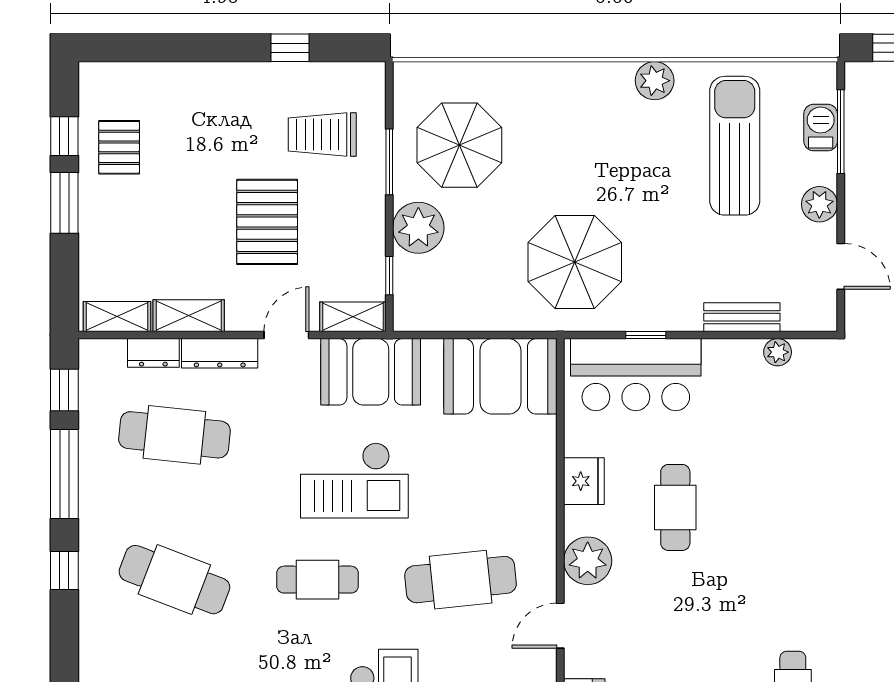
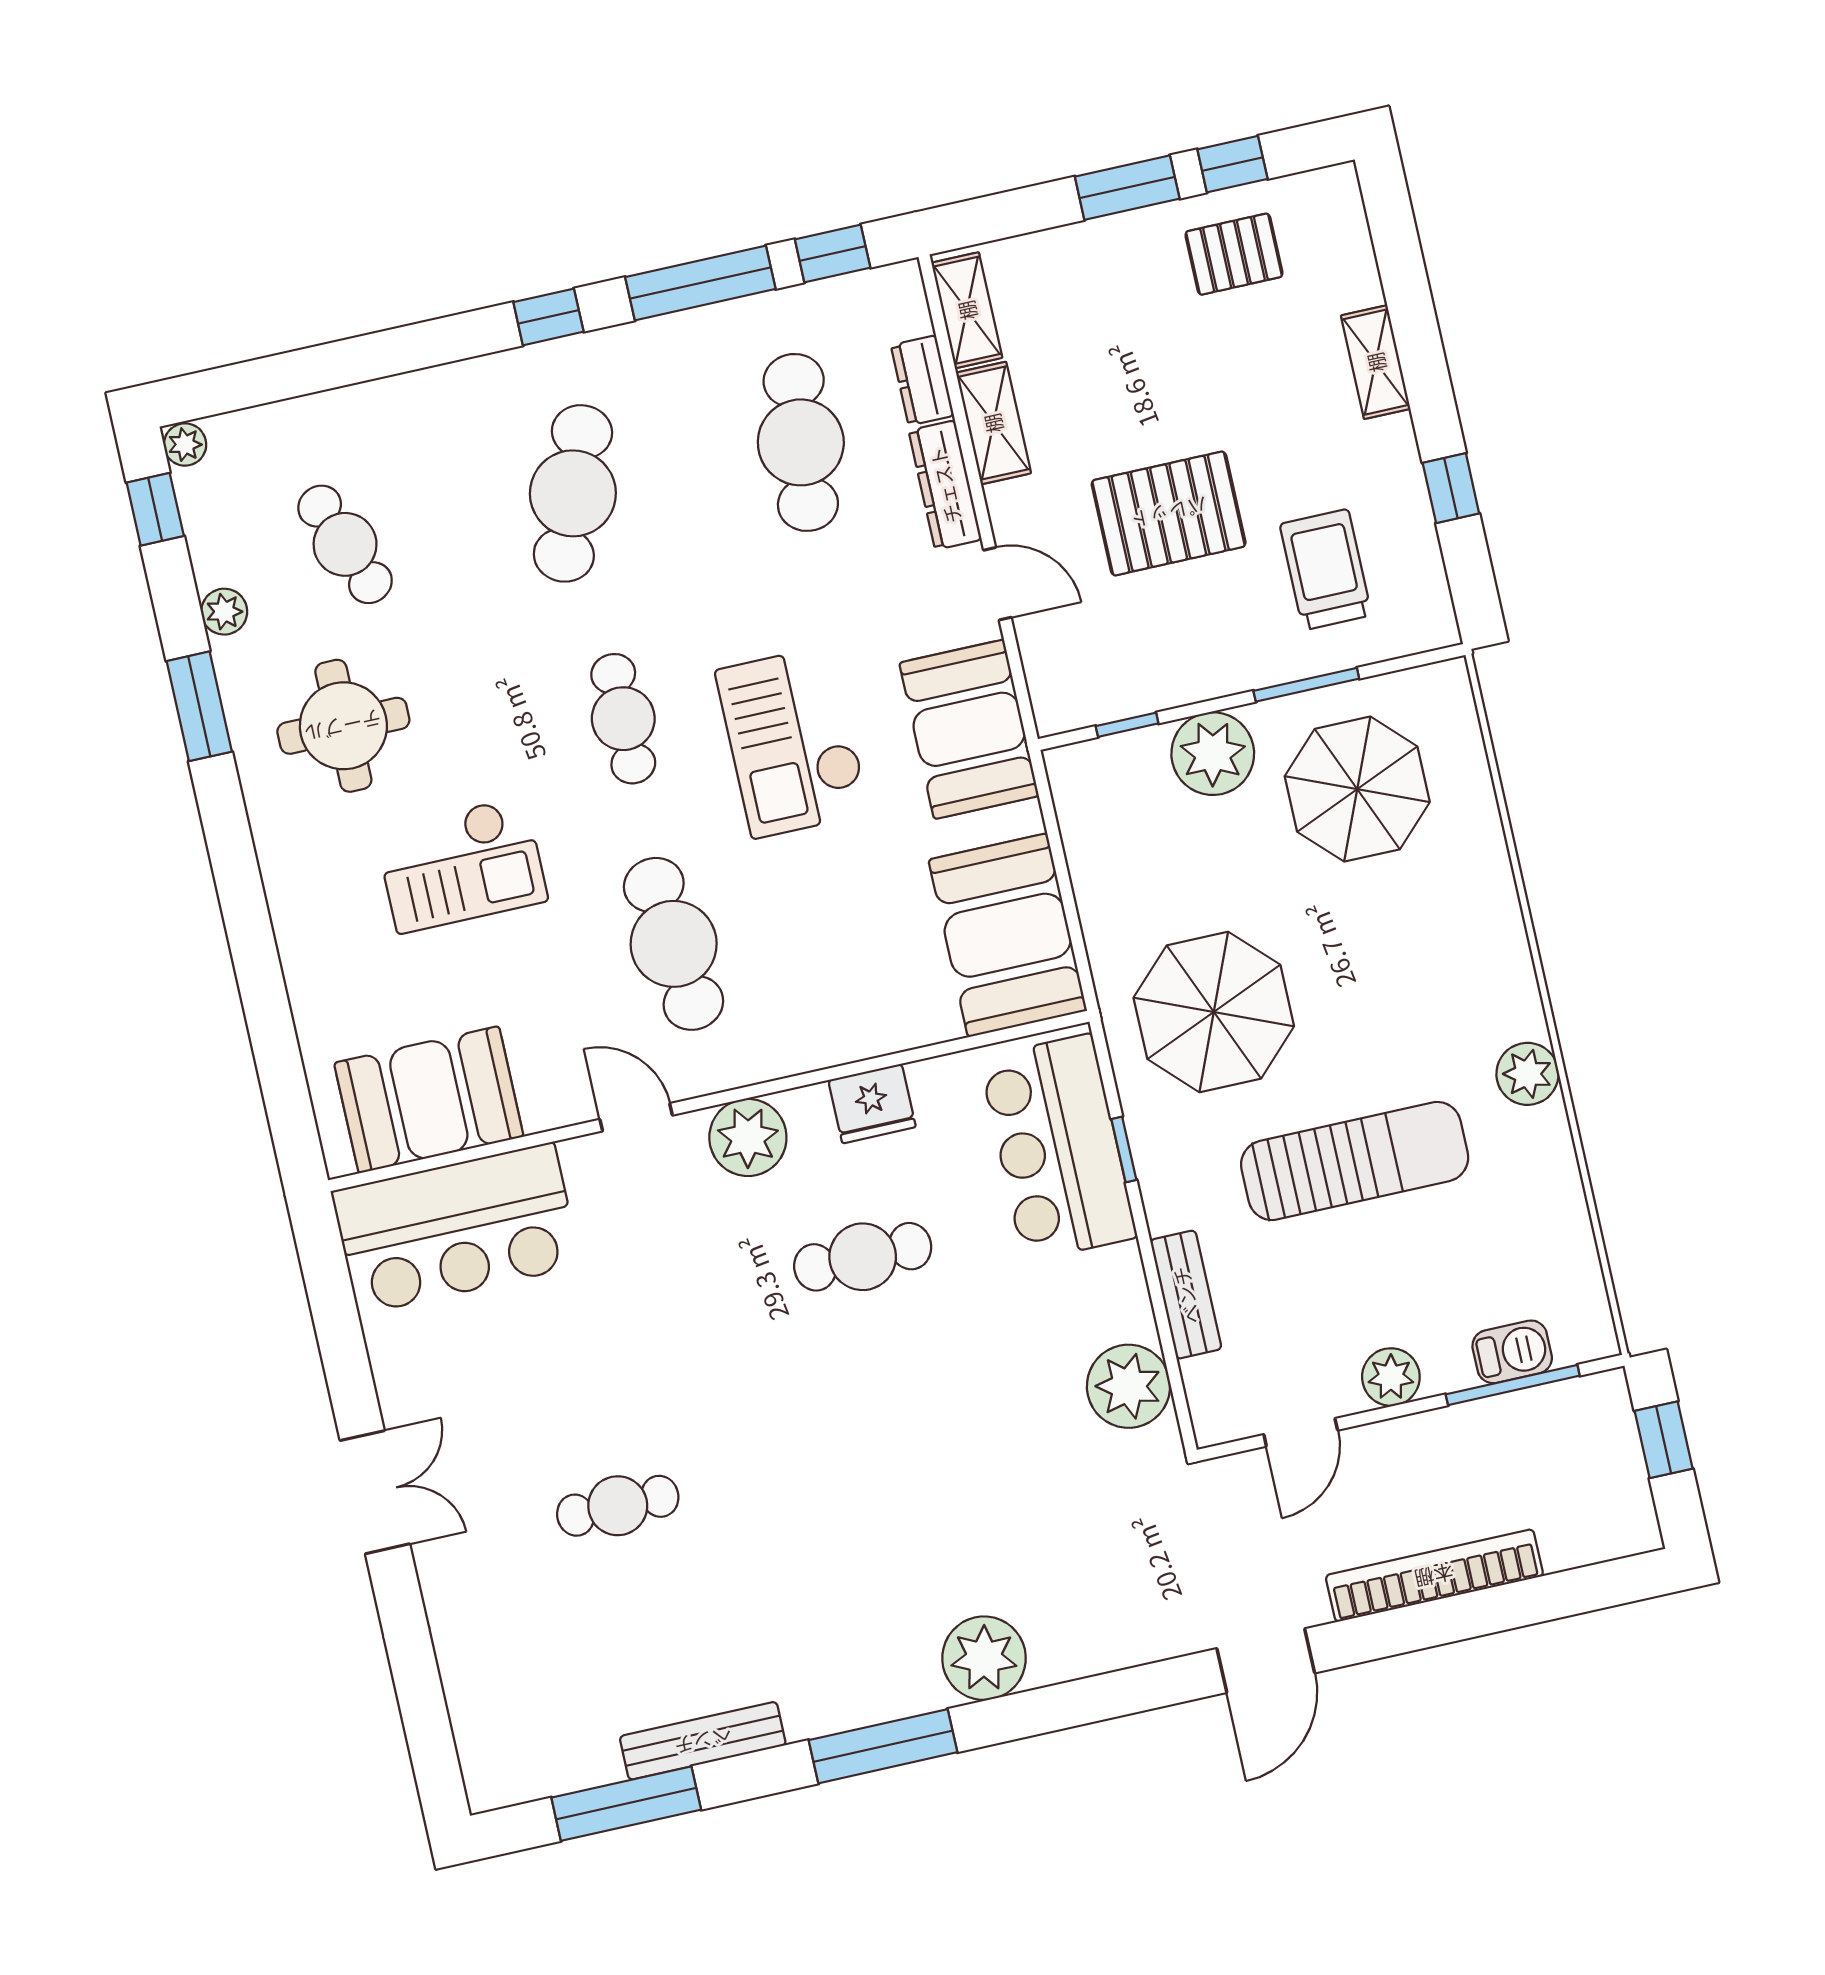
sun lounger: (735, 146) -> (1355, 1161), moved
shelving: (353, 317) -> (1376, 362), moved
plant: (778, 352) -> (1128, 1386), width x1.88, depth x1.88

